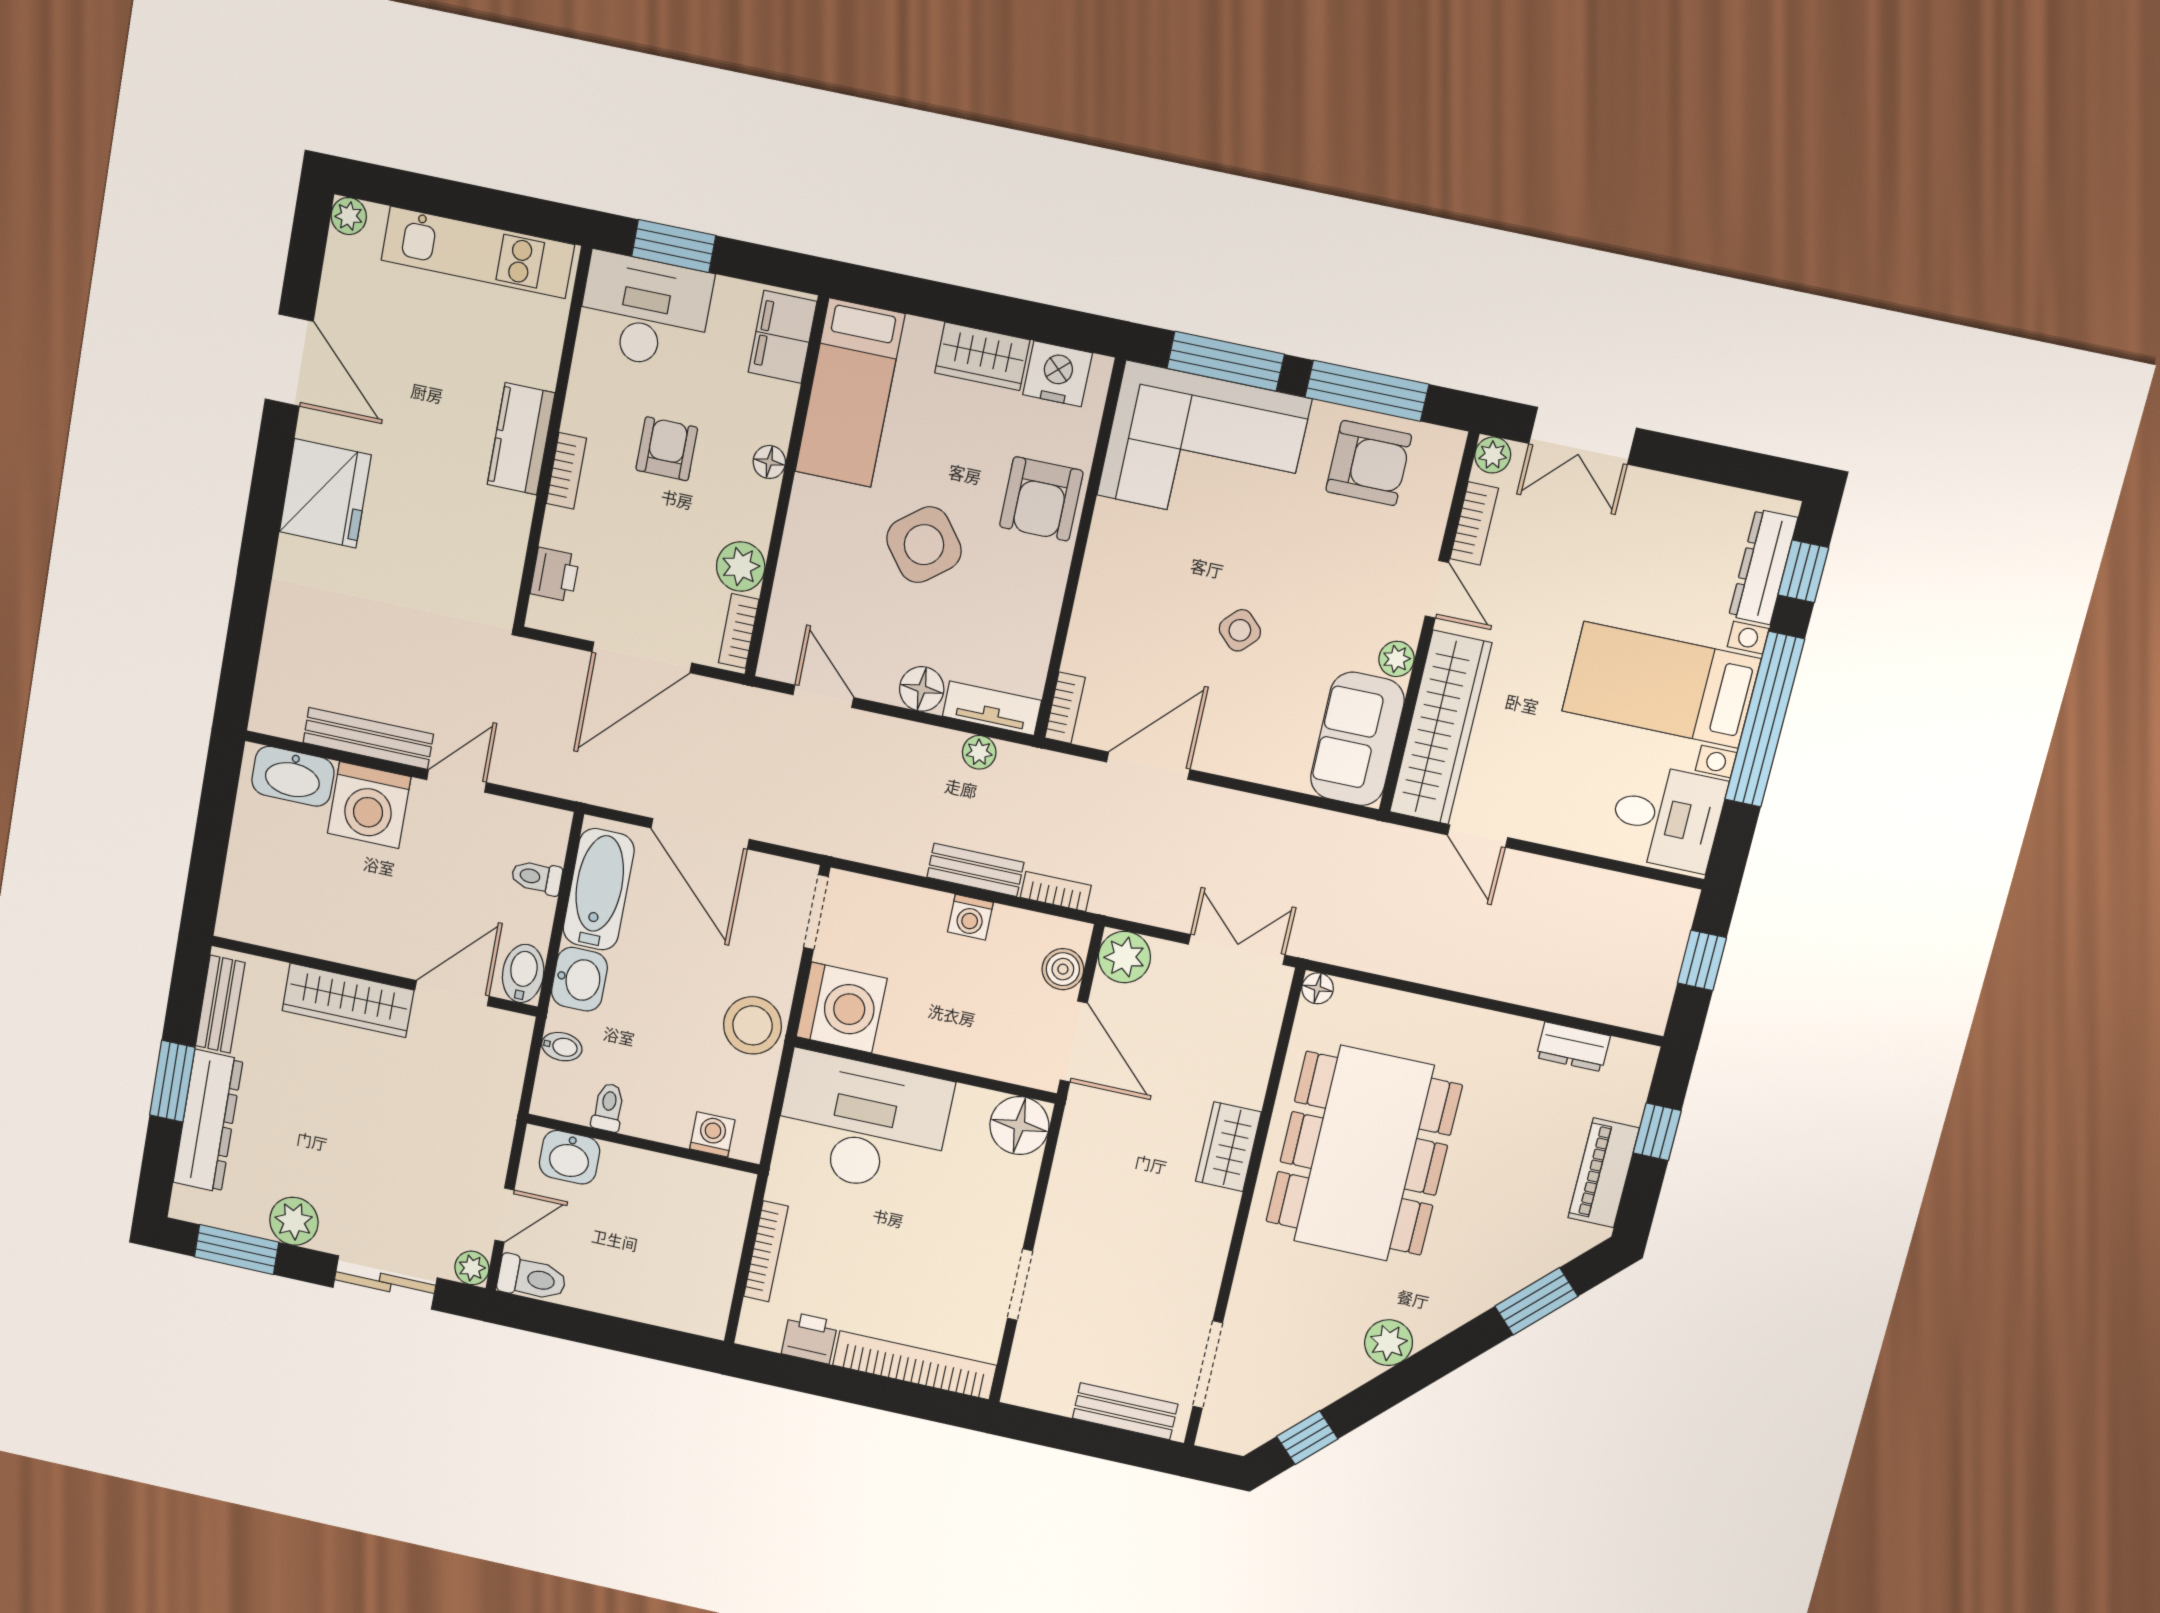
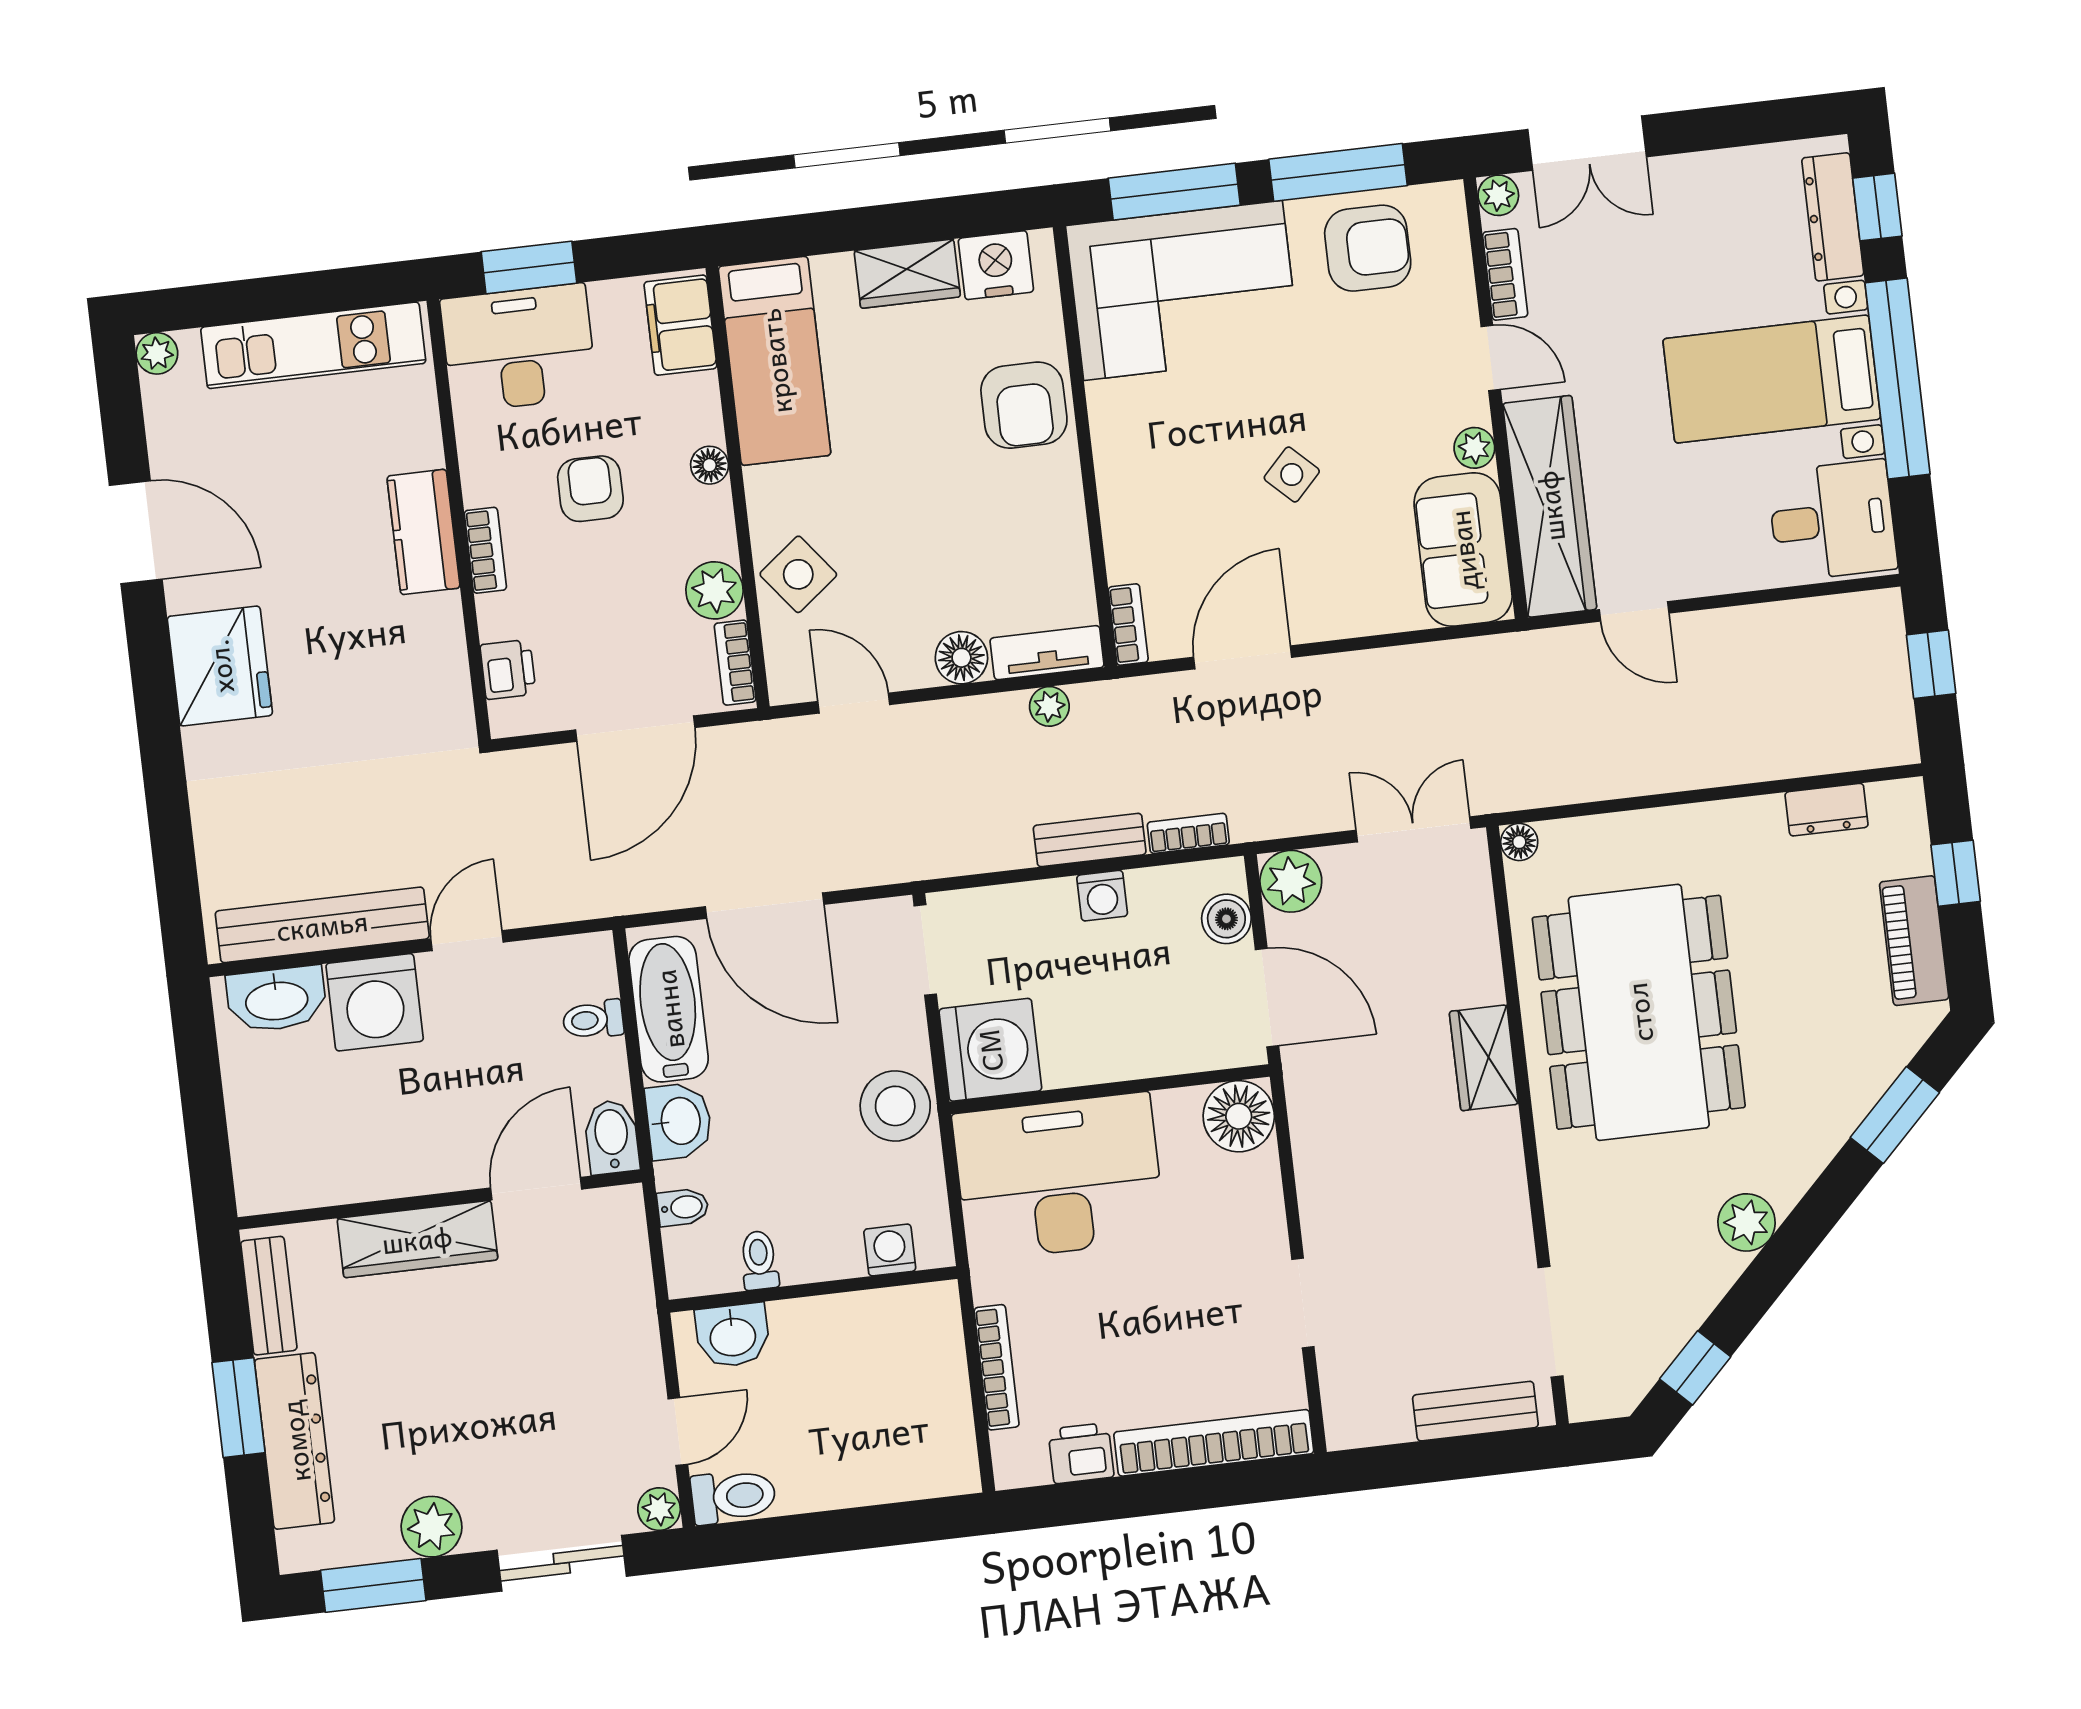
side table: (924, 545) -> (798, 574), moved, width x0.73, depth x0.73
bench: (368, 738) -> (322, 925), width x1.37, depth x1.21

